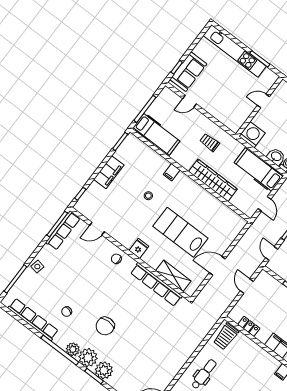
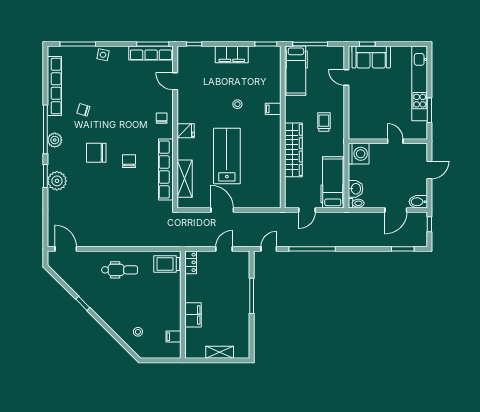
chair: (130, 307) -> (129, 161), added
locker: (249, 326) -> (191, 262), moved
plant: (88, 358) -> (58, 159), removed

